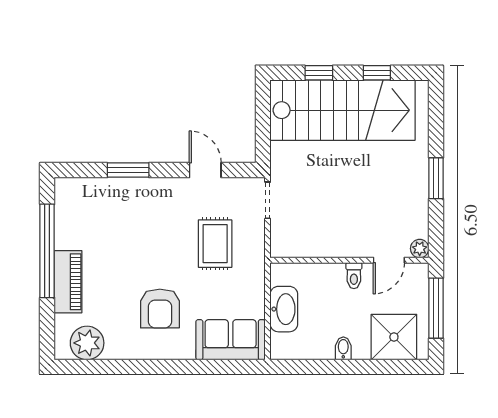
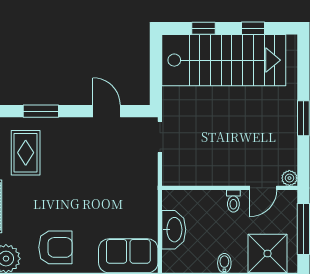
rug: (215, 244) -> (26, 153), moved
armchair: (160, 309) -> (55, 247), moved, turned -90

